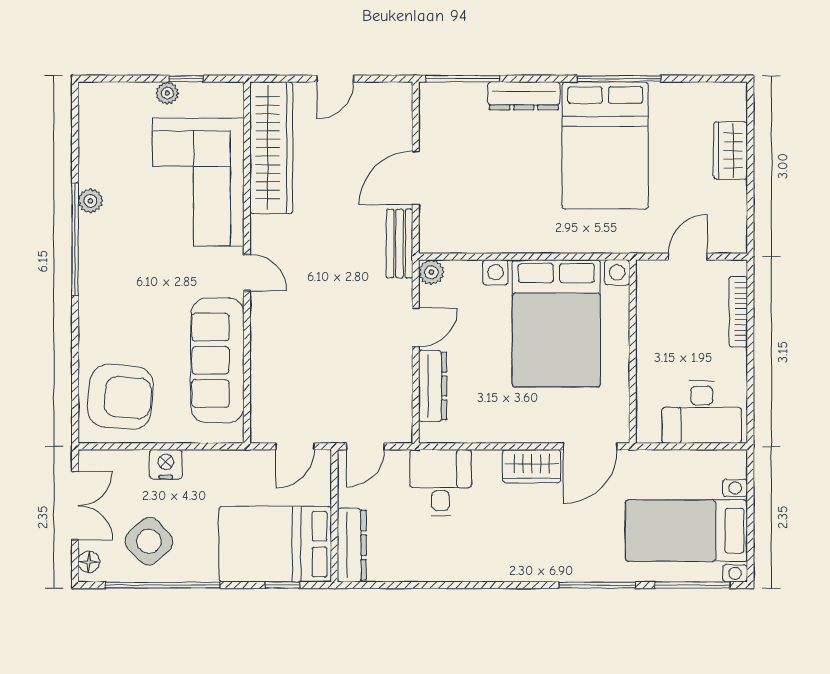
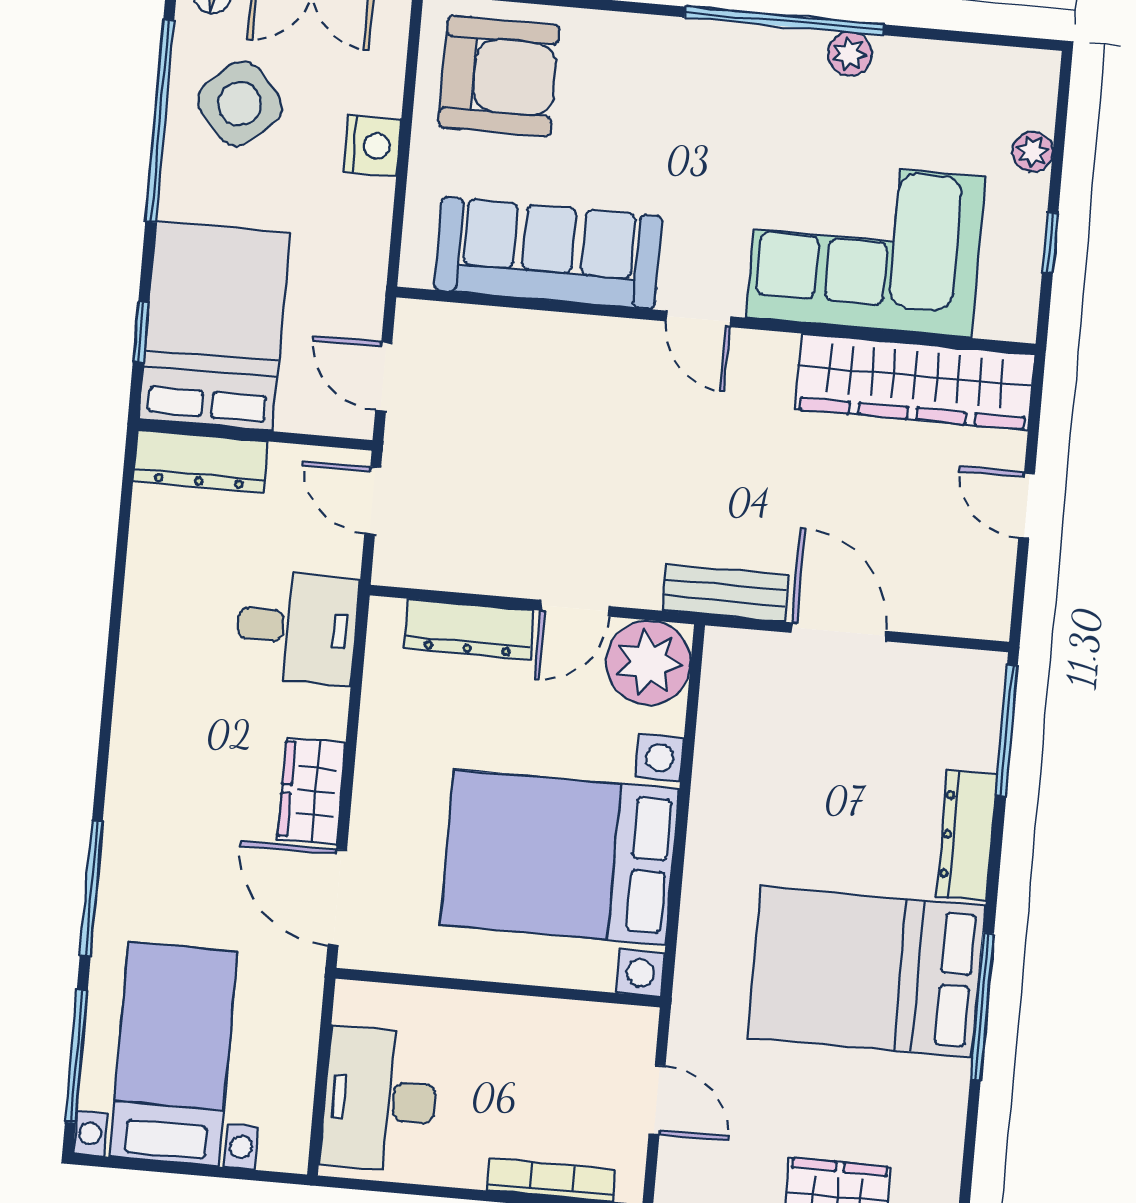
plant: (167, 93) -> (1033, 152), moved
plant: (431, 272) -> (648, 663), width x1.88, depth x1.88
door: (247, 273) -> (698, 319), hinge flipped
door: (416, 327) -> (575, 608), hinge flipped
armchair: (120, 397) -> (499, 76), turned -95

